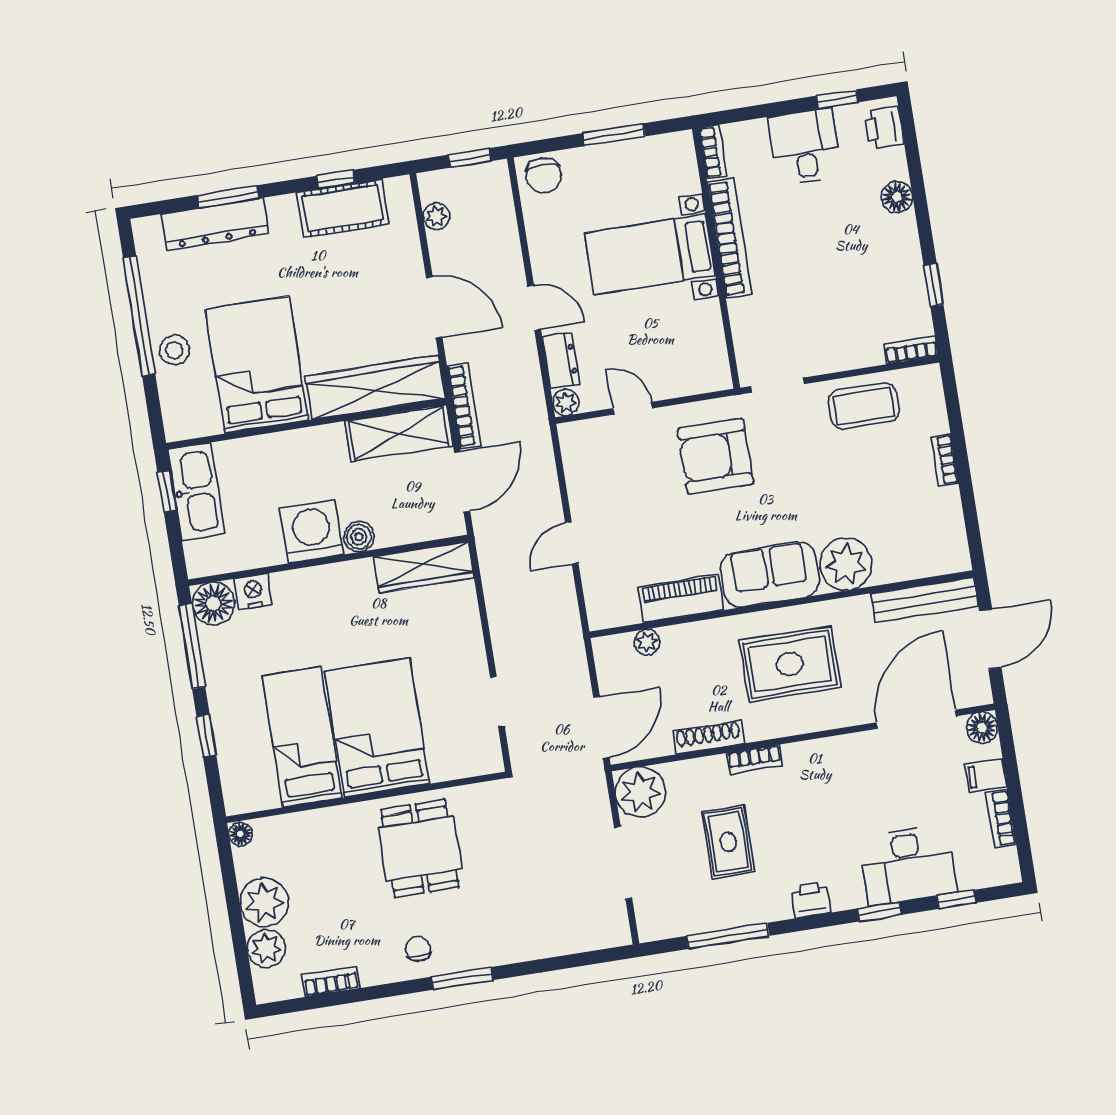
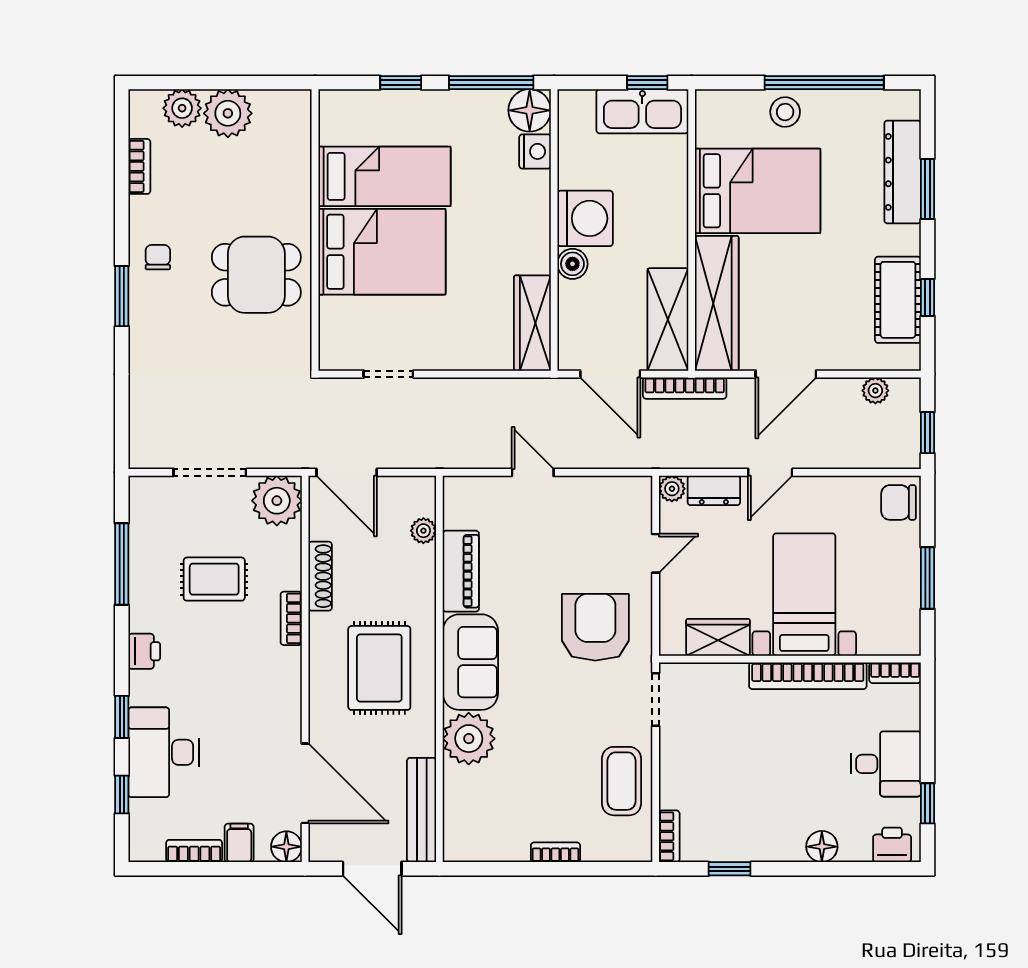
wardrobe: (706, 333) -> (718, 637), added
floor lamp: (241, 834) -> (299, 101), removed
chair: (418, 949) -> (158, 257), turned -90

